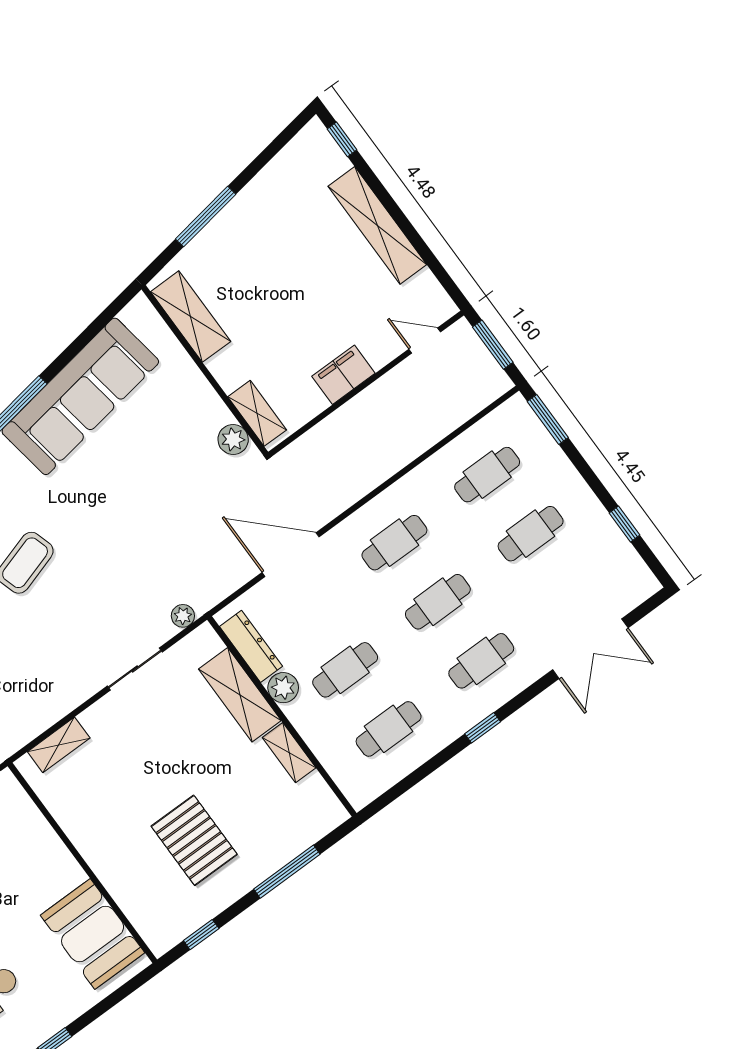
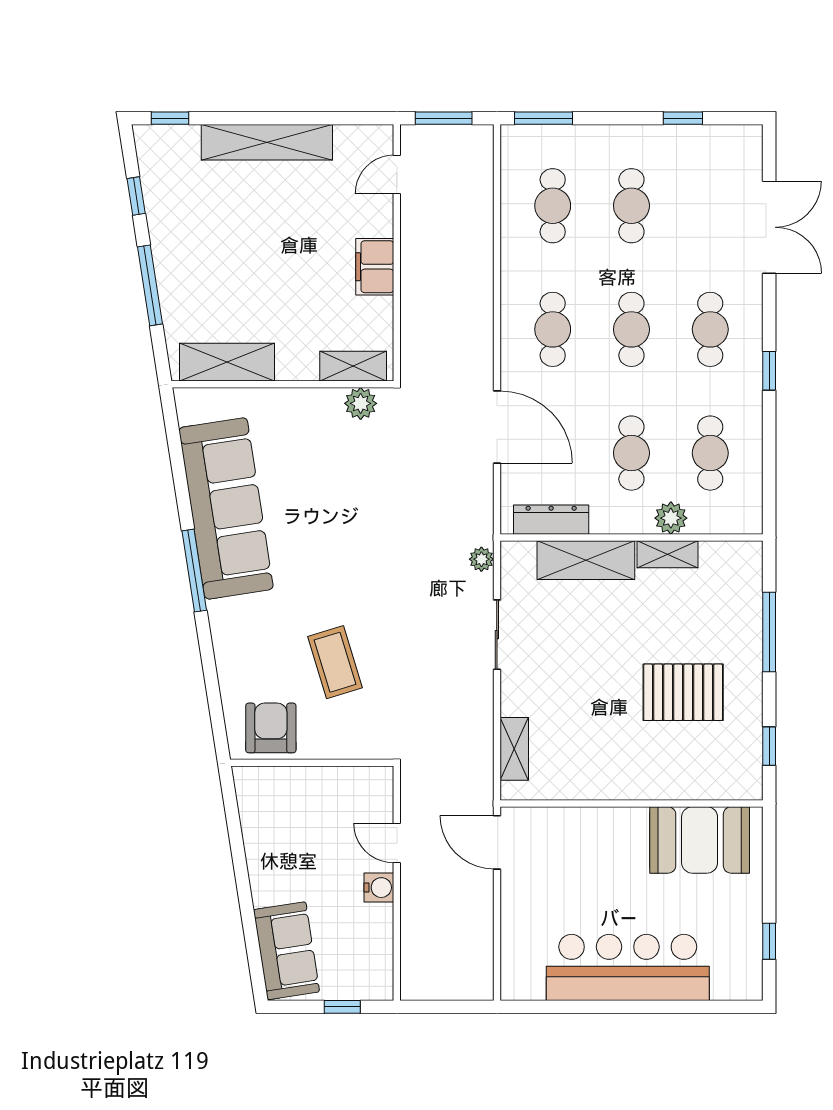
window: (265, 157) -> (136, 196), added
door: (291, 555) -> (497, 427), swing flipped
plant: (283, 688) -> (671, 518), moved

